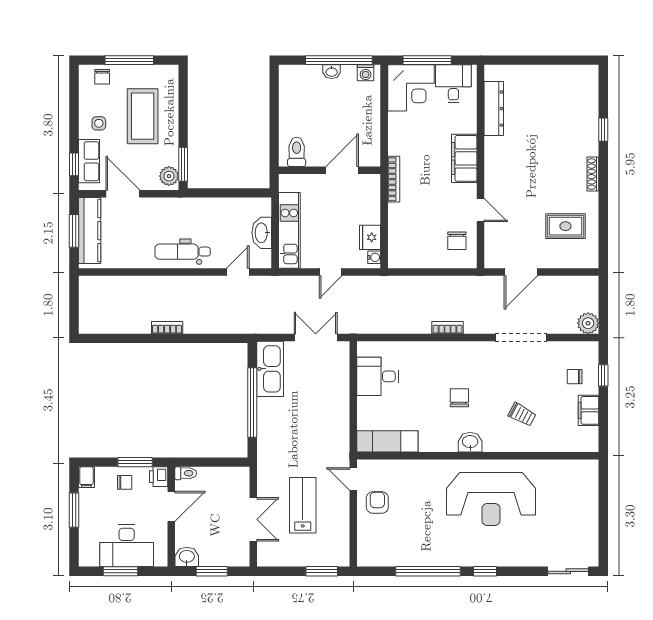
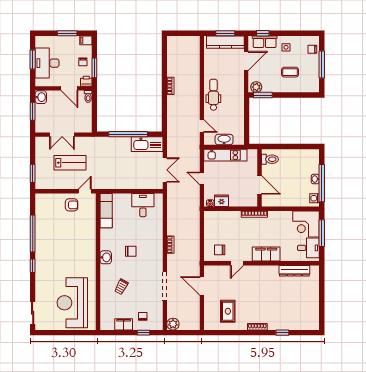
coffee table: (143, 116) -> (290, 72), width x0.54, depth x0.58
reception desk: (491, 499) -> (72, 303), moved

